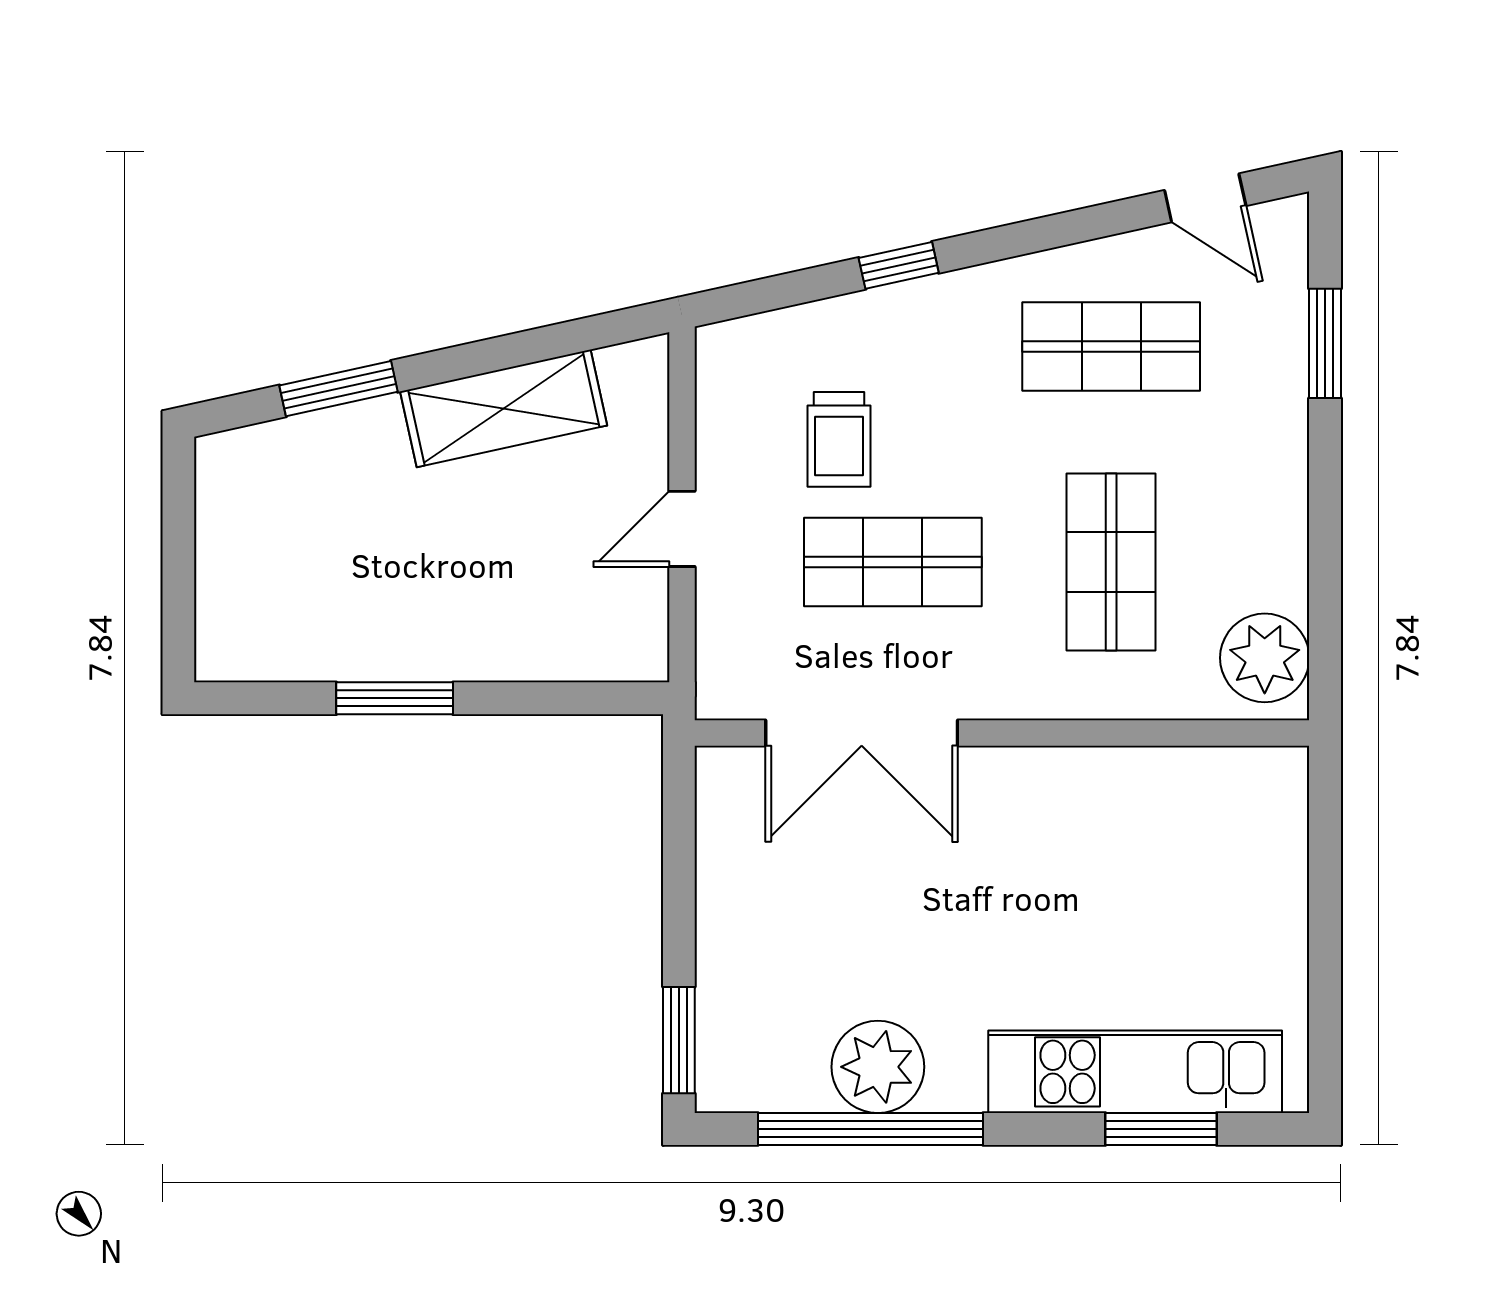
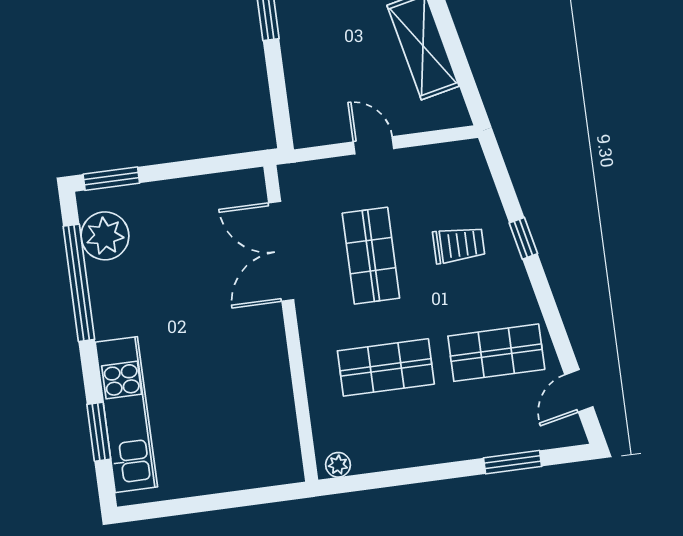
shop shelf: (1111, 347) -> (496, 353), turned 90
trolley: (839, 439) -> (459, 245), moved, turned 180
plant: (1265, 658) -> (338, 465), width x0.53, depth x0.53
plant: (878, 1067) -> (105, 236), moved

